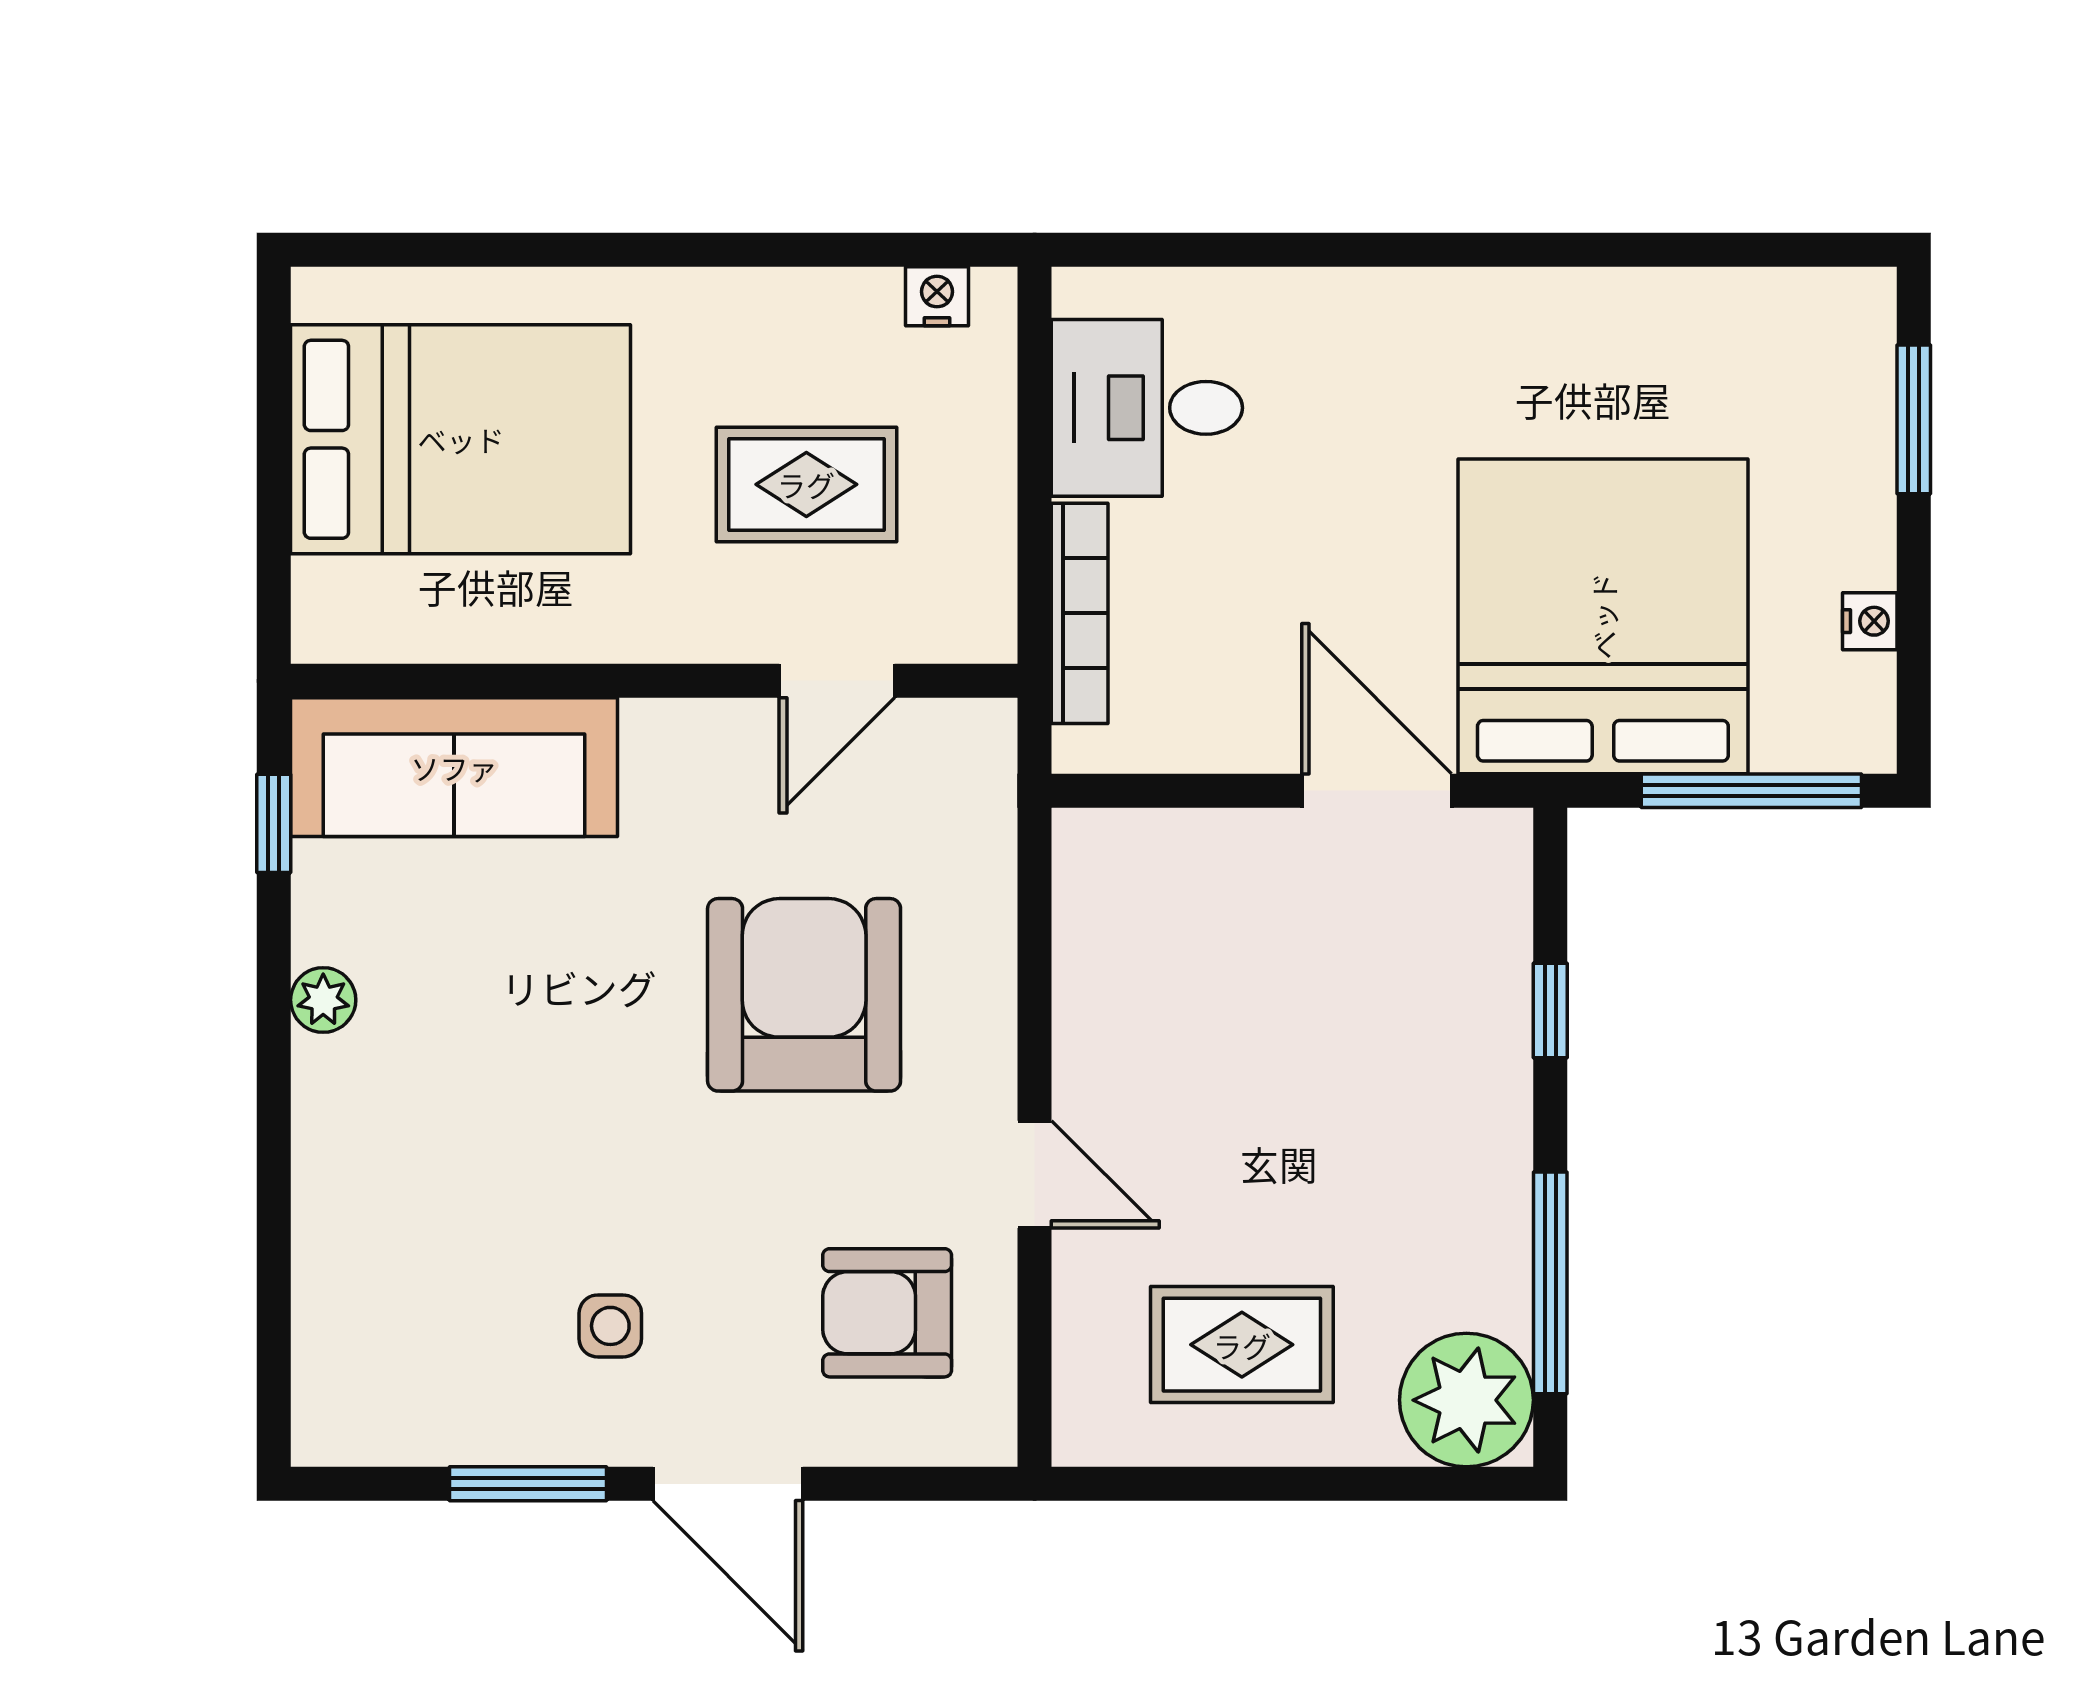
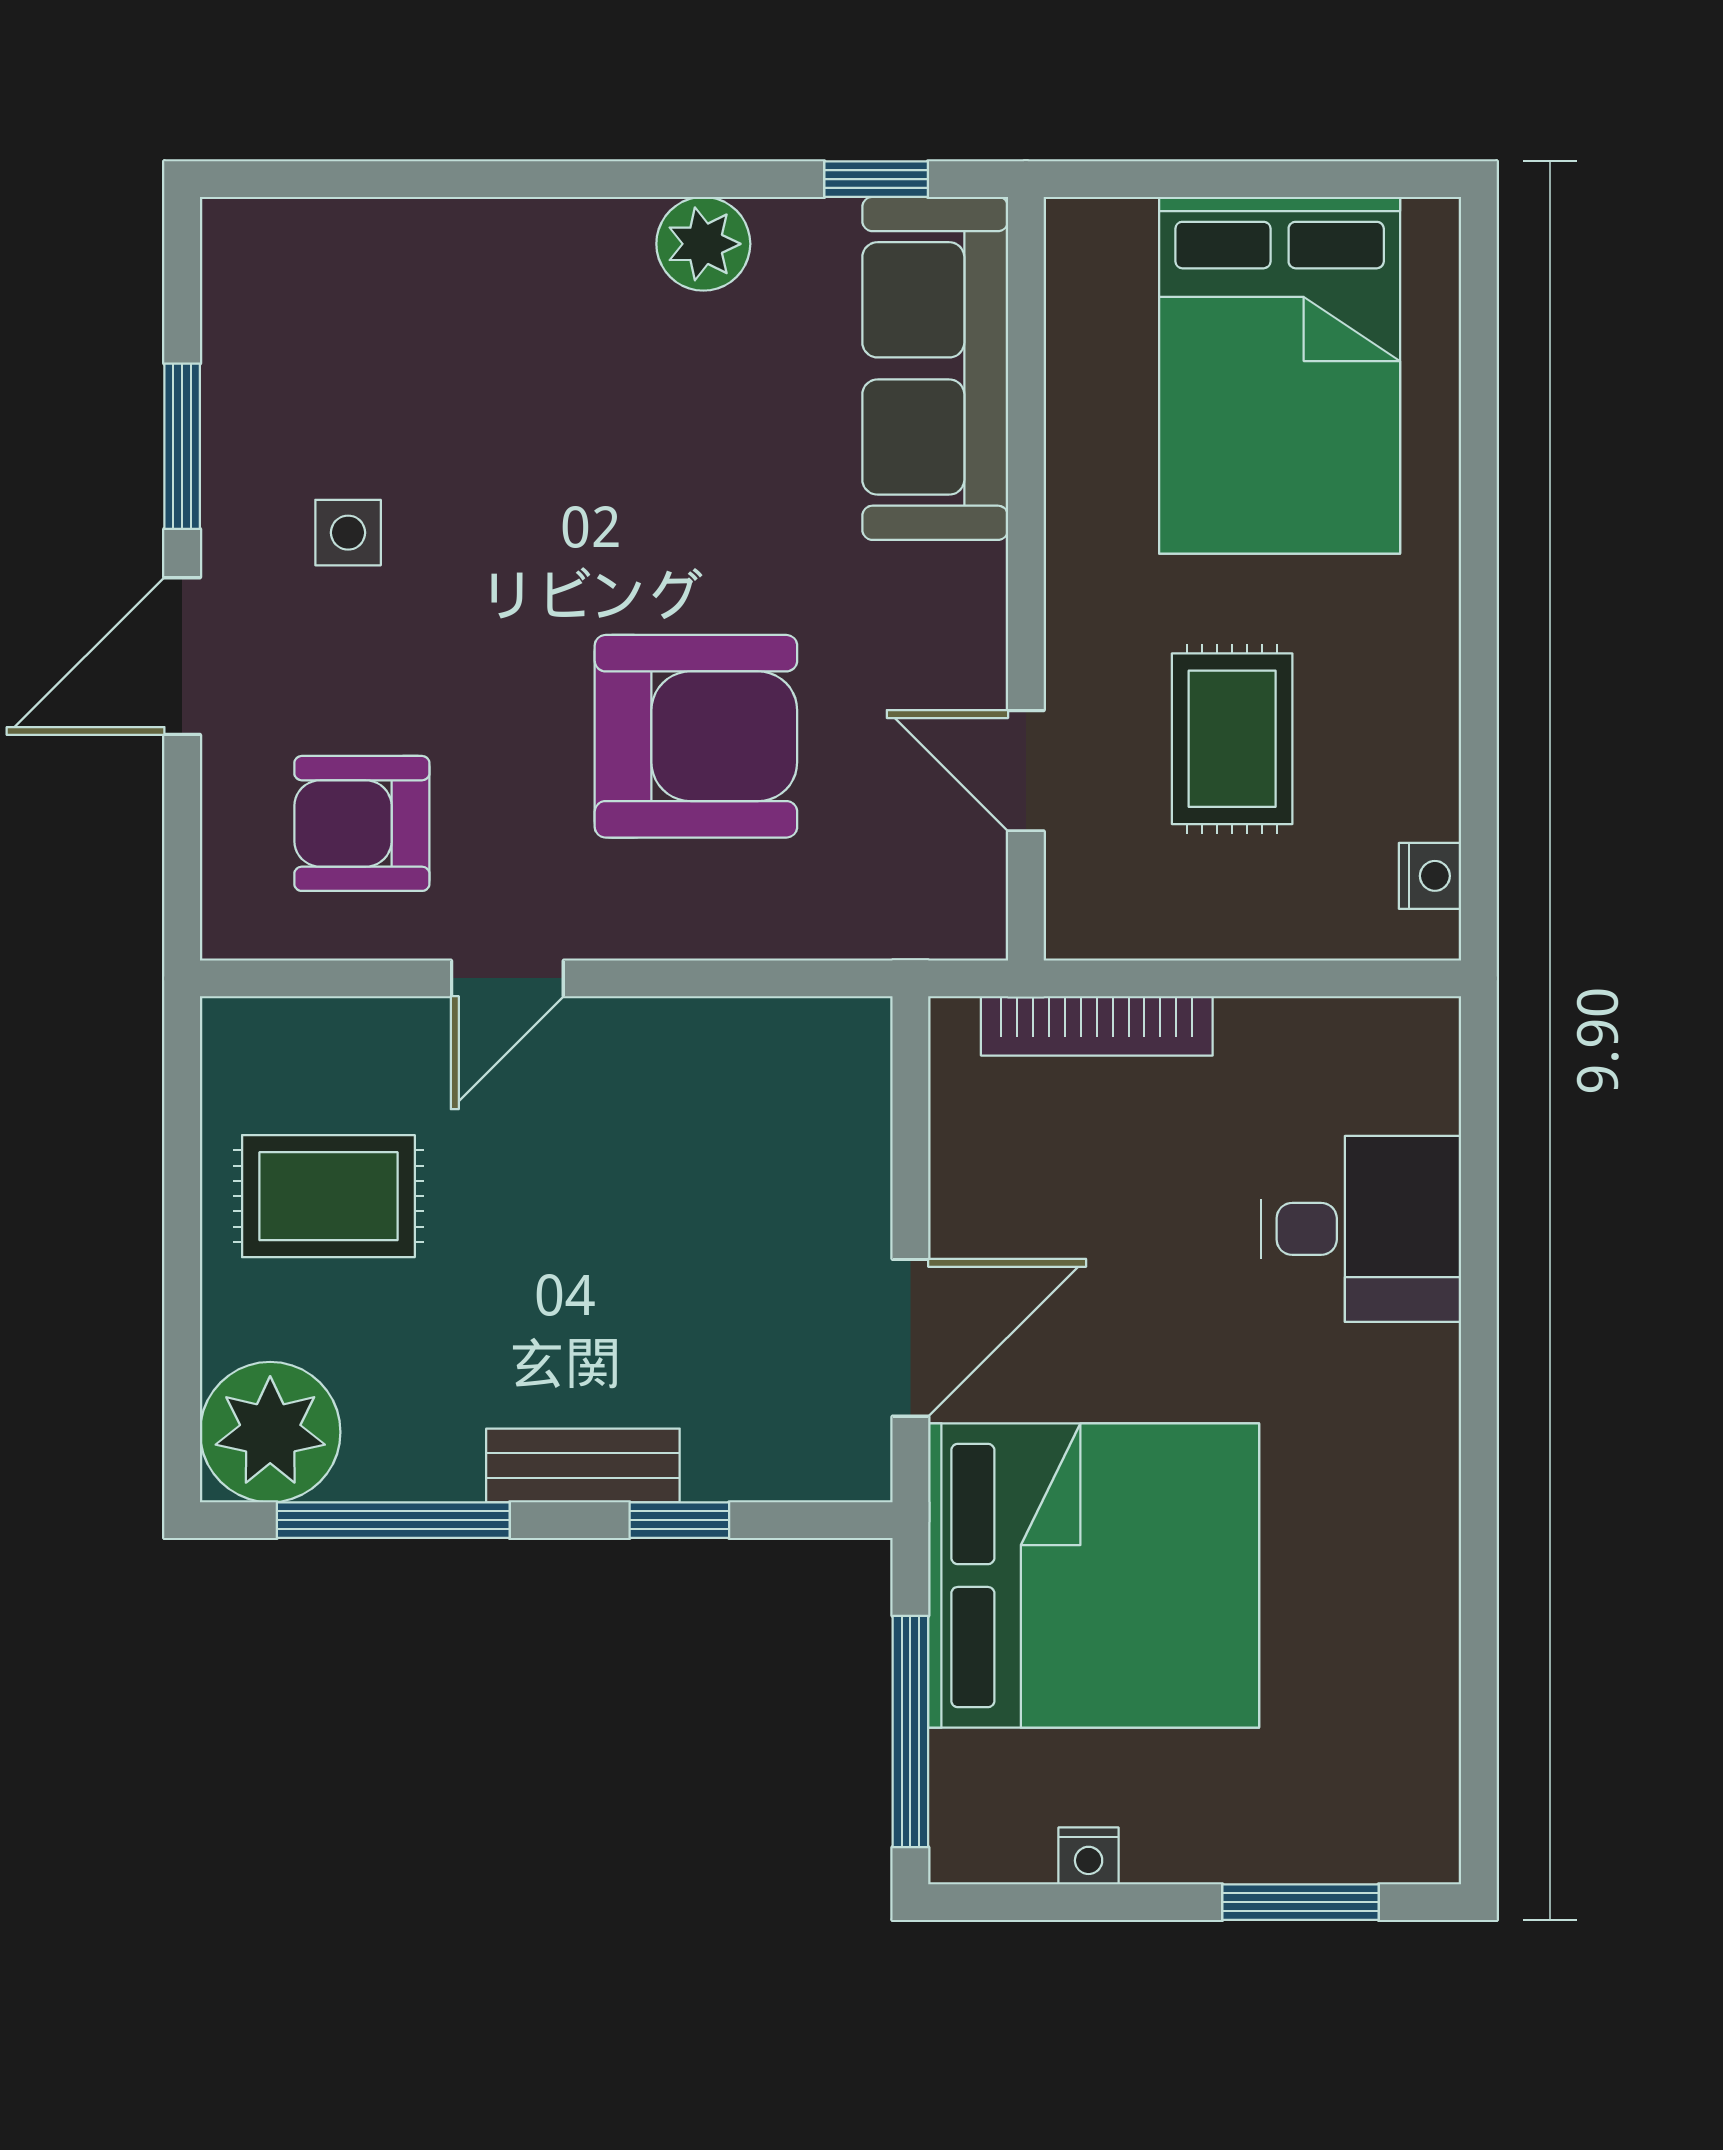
desk: (1147, 408) -> (1361, 1229), moved, turned 90
plant: (323, 1000) -> (703, 244), width x1.38, depth x1.38
bench: (1498, 1102) -> (583, 1465), added
armchair: (887, 1313) -> (362, 823), turned -90
rug: (1242, 1345) -> (328, 1196), turned 90

